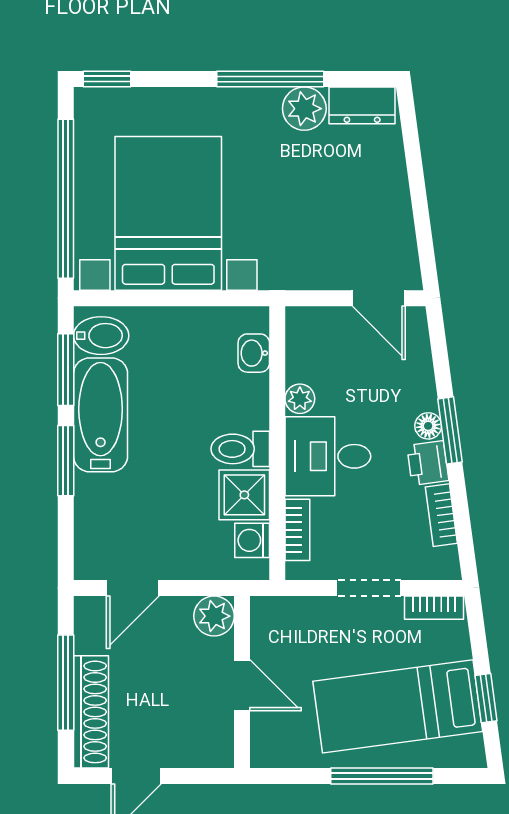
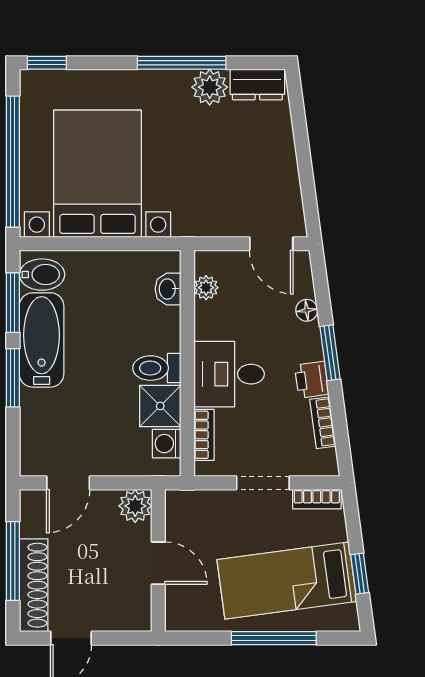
plant: (300, 399) -> (206, 288), moved
floor lamp: (428, 426) -> (307, 310), moved

